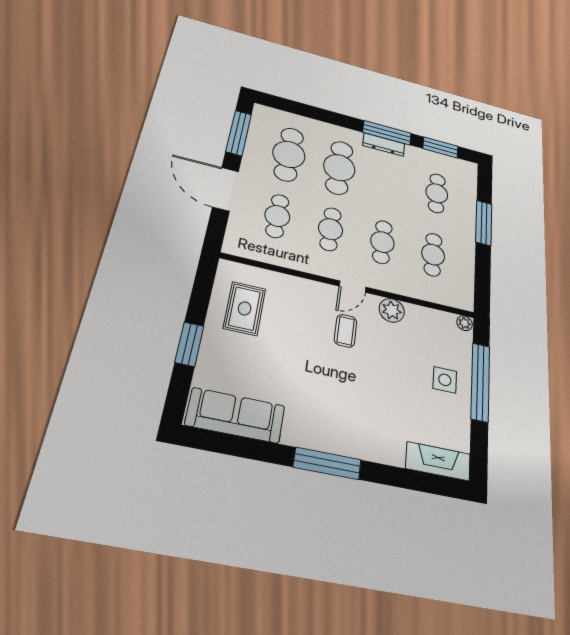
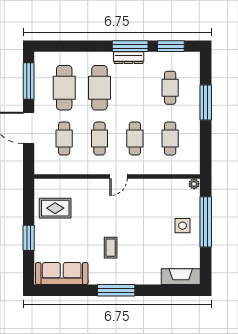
rug: (245, 308) -> (55, 208), turned 90
plant: (392, 310) -> (145, 187), removed
coffee table: (346, 331) -> (111, 248), moved

